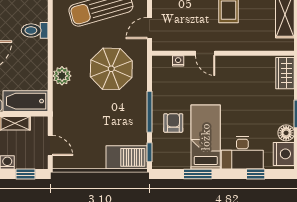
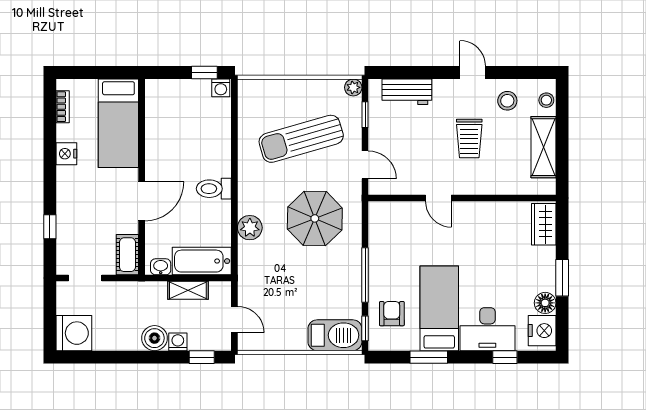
door: (149, 28) -> (365, 165), swing flipped
toilet: (35, 30) -> (214, 189), moved
nightstand: (178, 61) -> (403, 208), removed
armchair: (173, 123) -> (392, 314), moved

